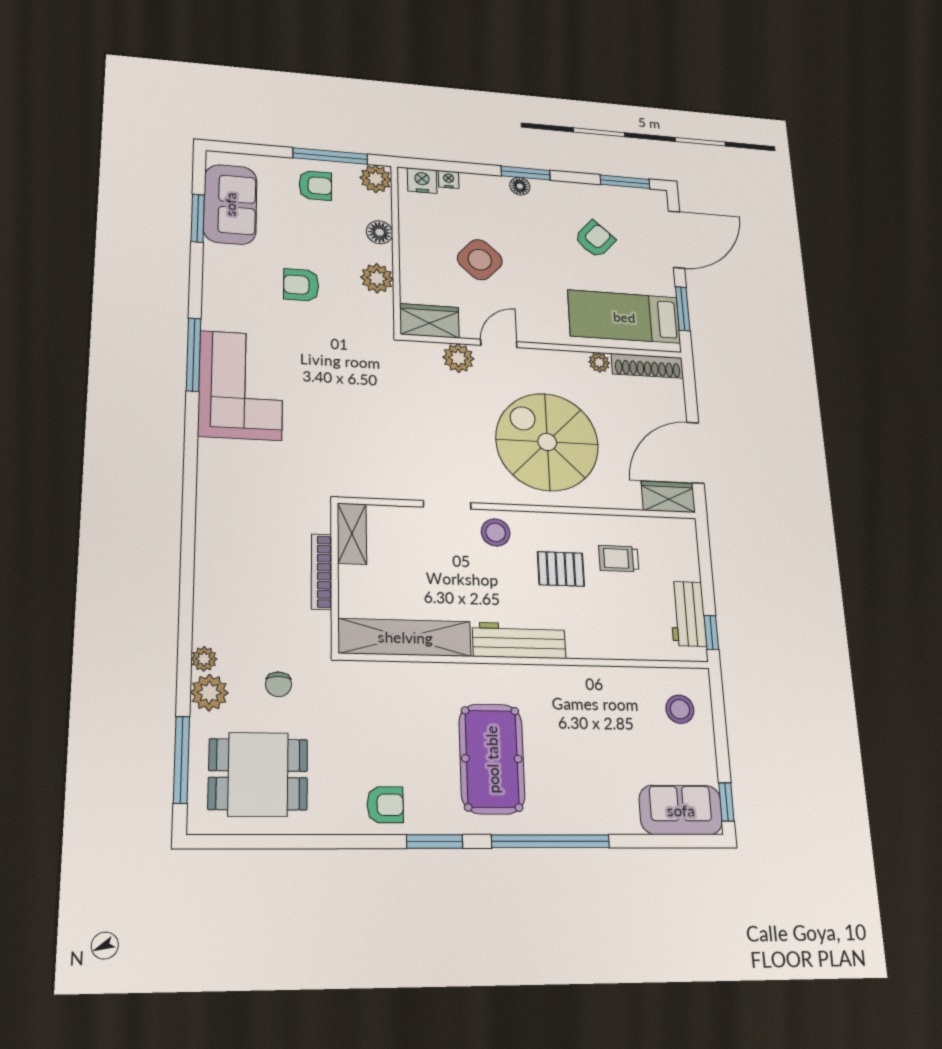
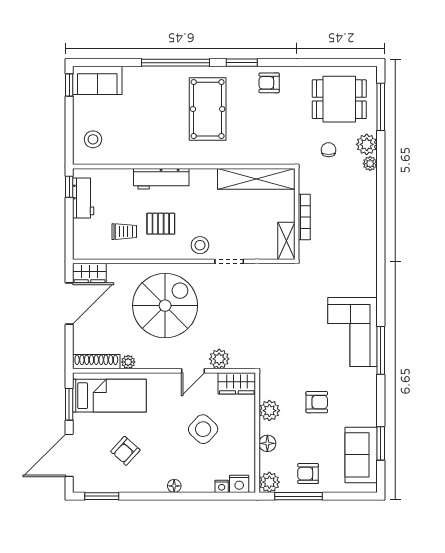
window: (526, 173) -> (170, 496), removed
spiral stairs: (547, 442) -> (165, 306), turned -90
workbench: (519, 641) -> (161, 179), moved

